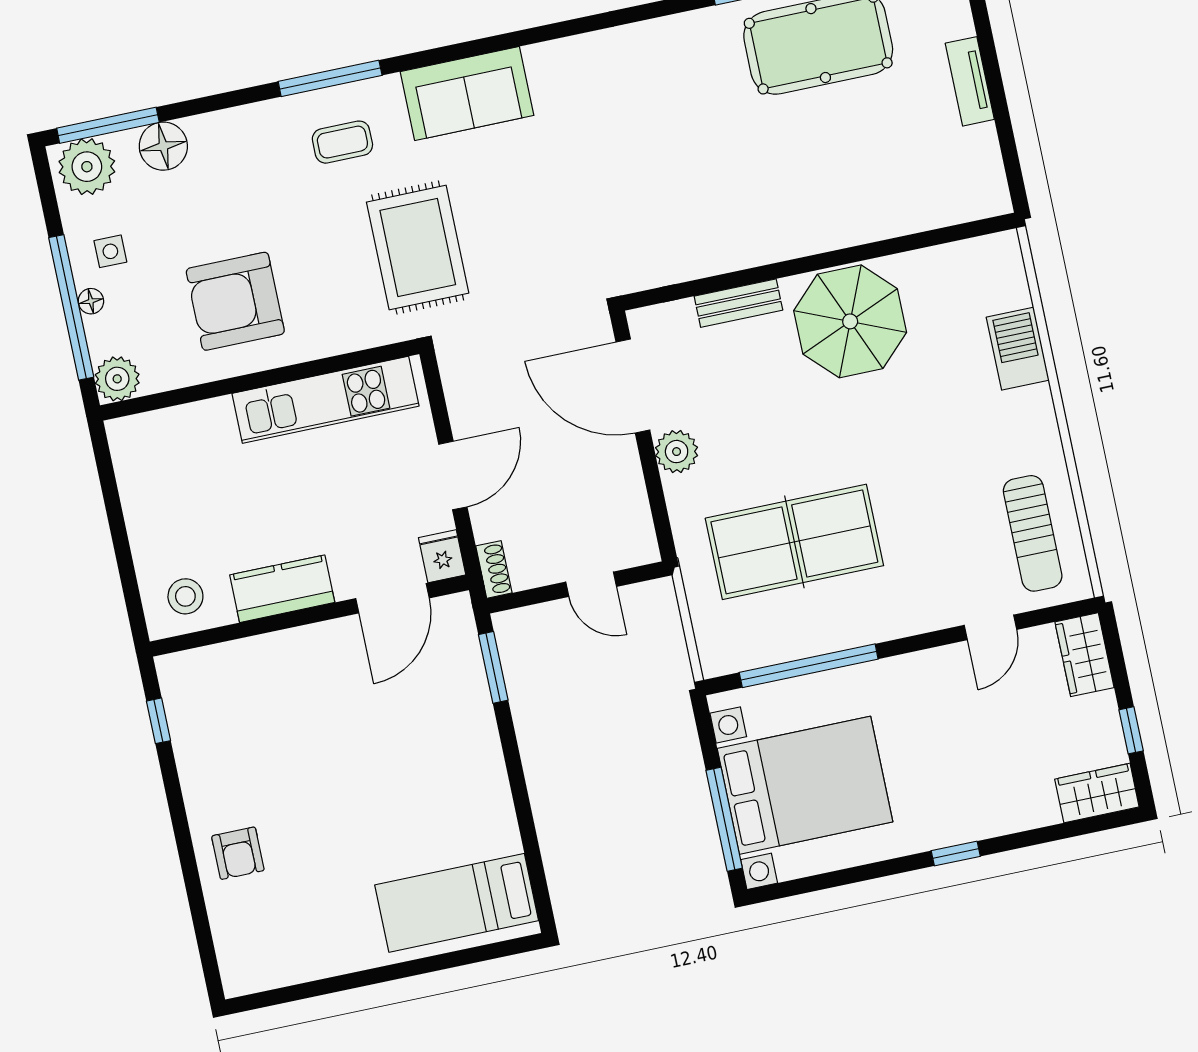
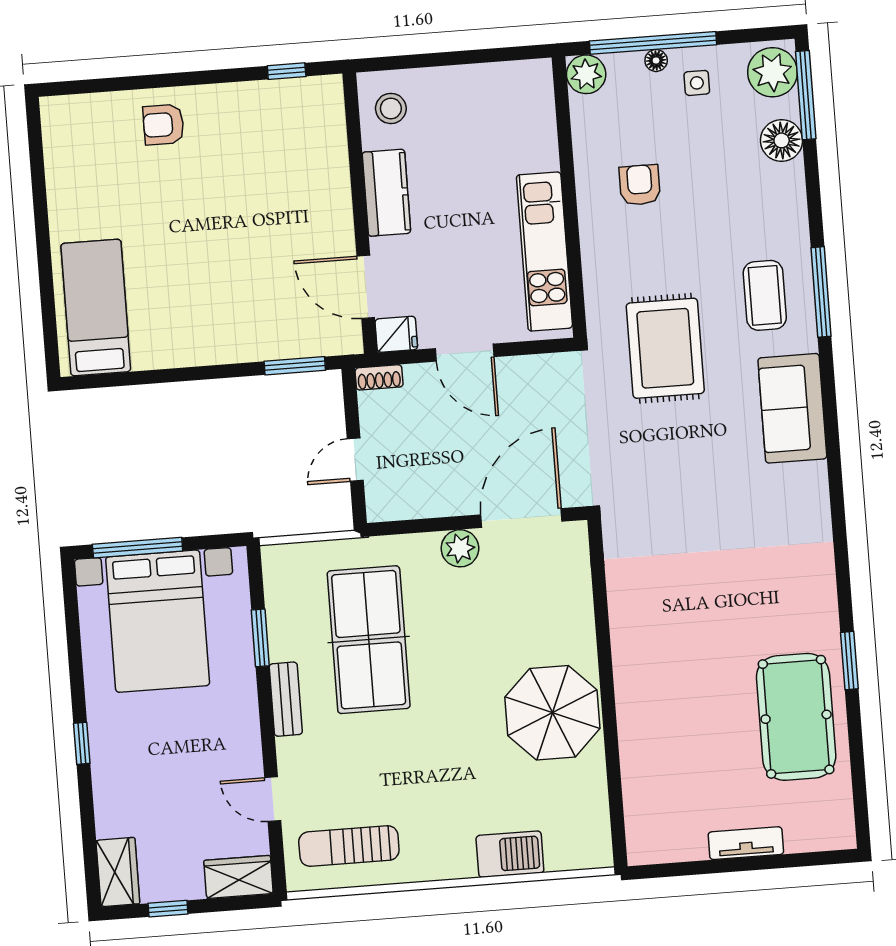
coffee table: (342, 142) -> (765, 295), width x1.36, depth x1.30
rug: (418, 248) -> (665, 348), turned 90
armchair: (235, 301) -> (640, 185), width x0.53, depth x0.53
bench: (738, 303) -> (286, 699), moved
window: (809, 666) -> (260, 638), width x0.47

